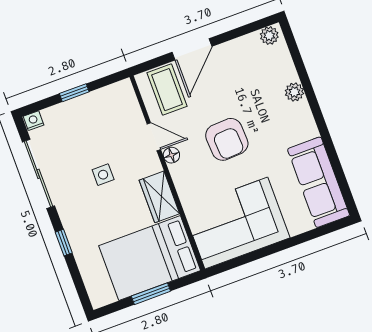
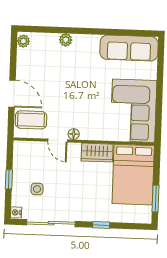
door: (154, 137) -> (58, 140), swing flipped
armchair: (227, 139) -> (78, 95), removed
side table: (103, 175) -> (37, 189), moved
window: (151, 294) -> (156, 198), moved

